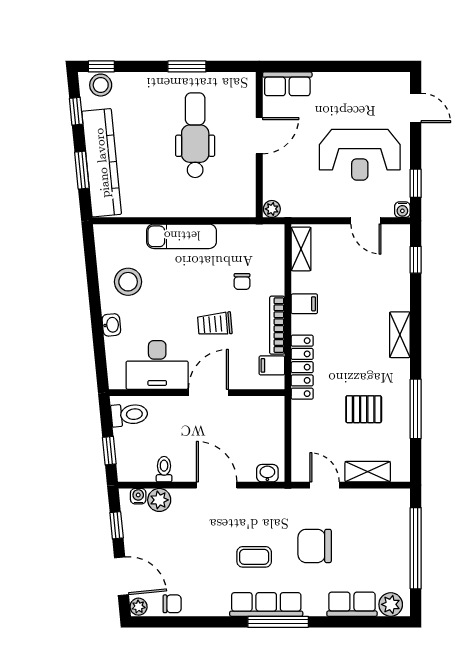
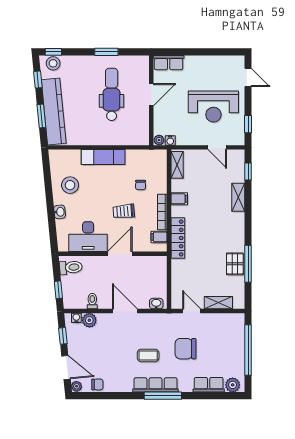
water cooler: (402, 210) -> (170, 140), moved
shelving: (400, 335) -> (238, 197), moved
pallet: (364, 409) -> (235, 264), moved, turned 90

